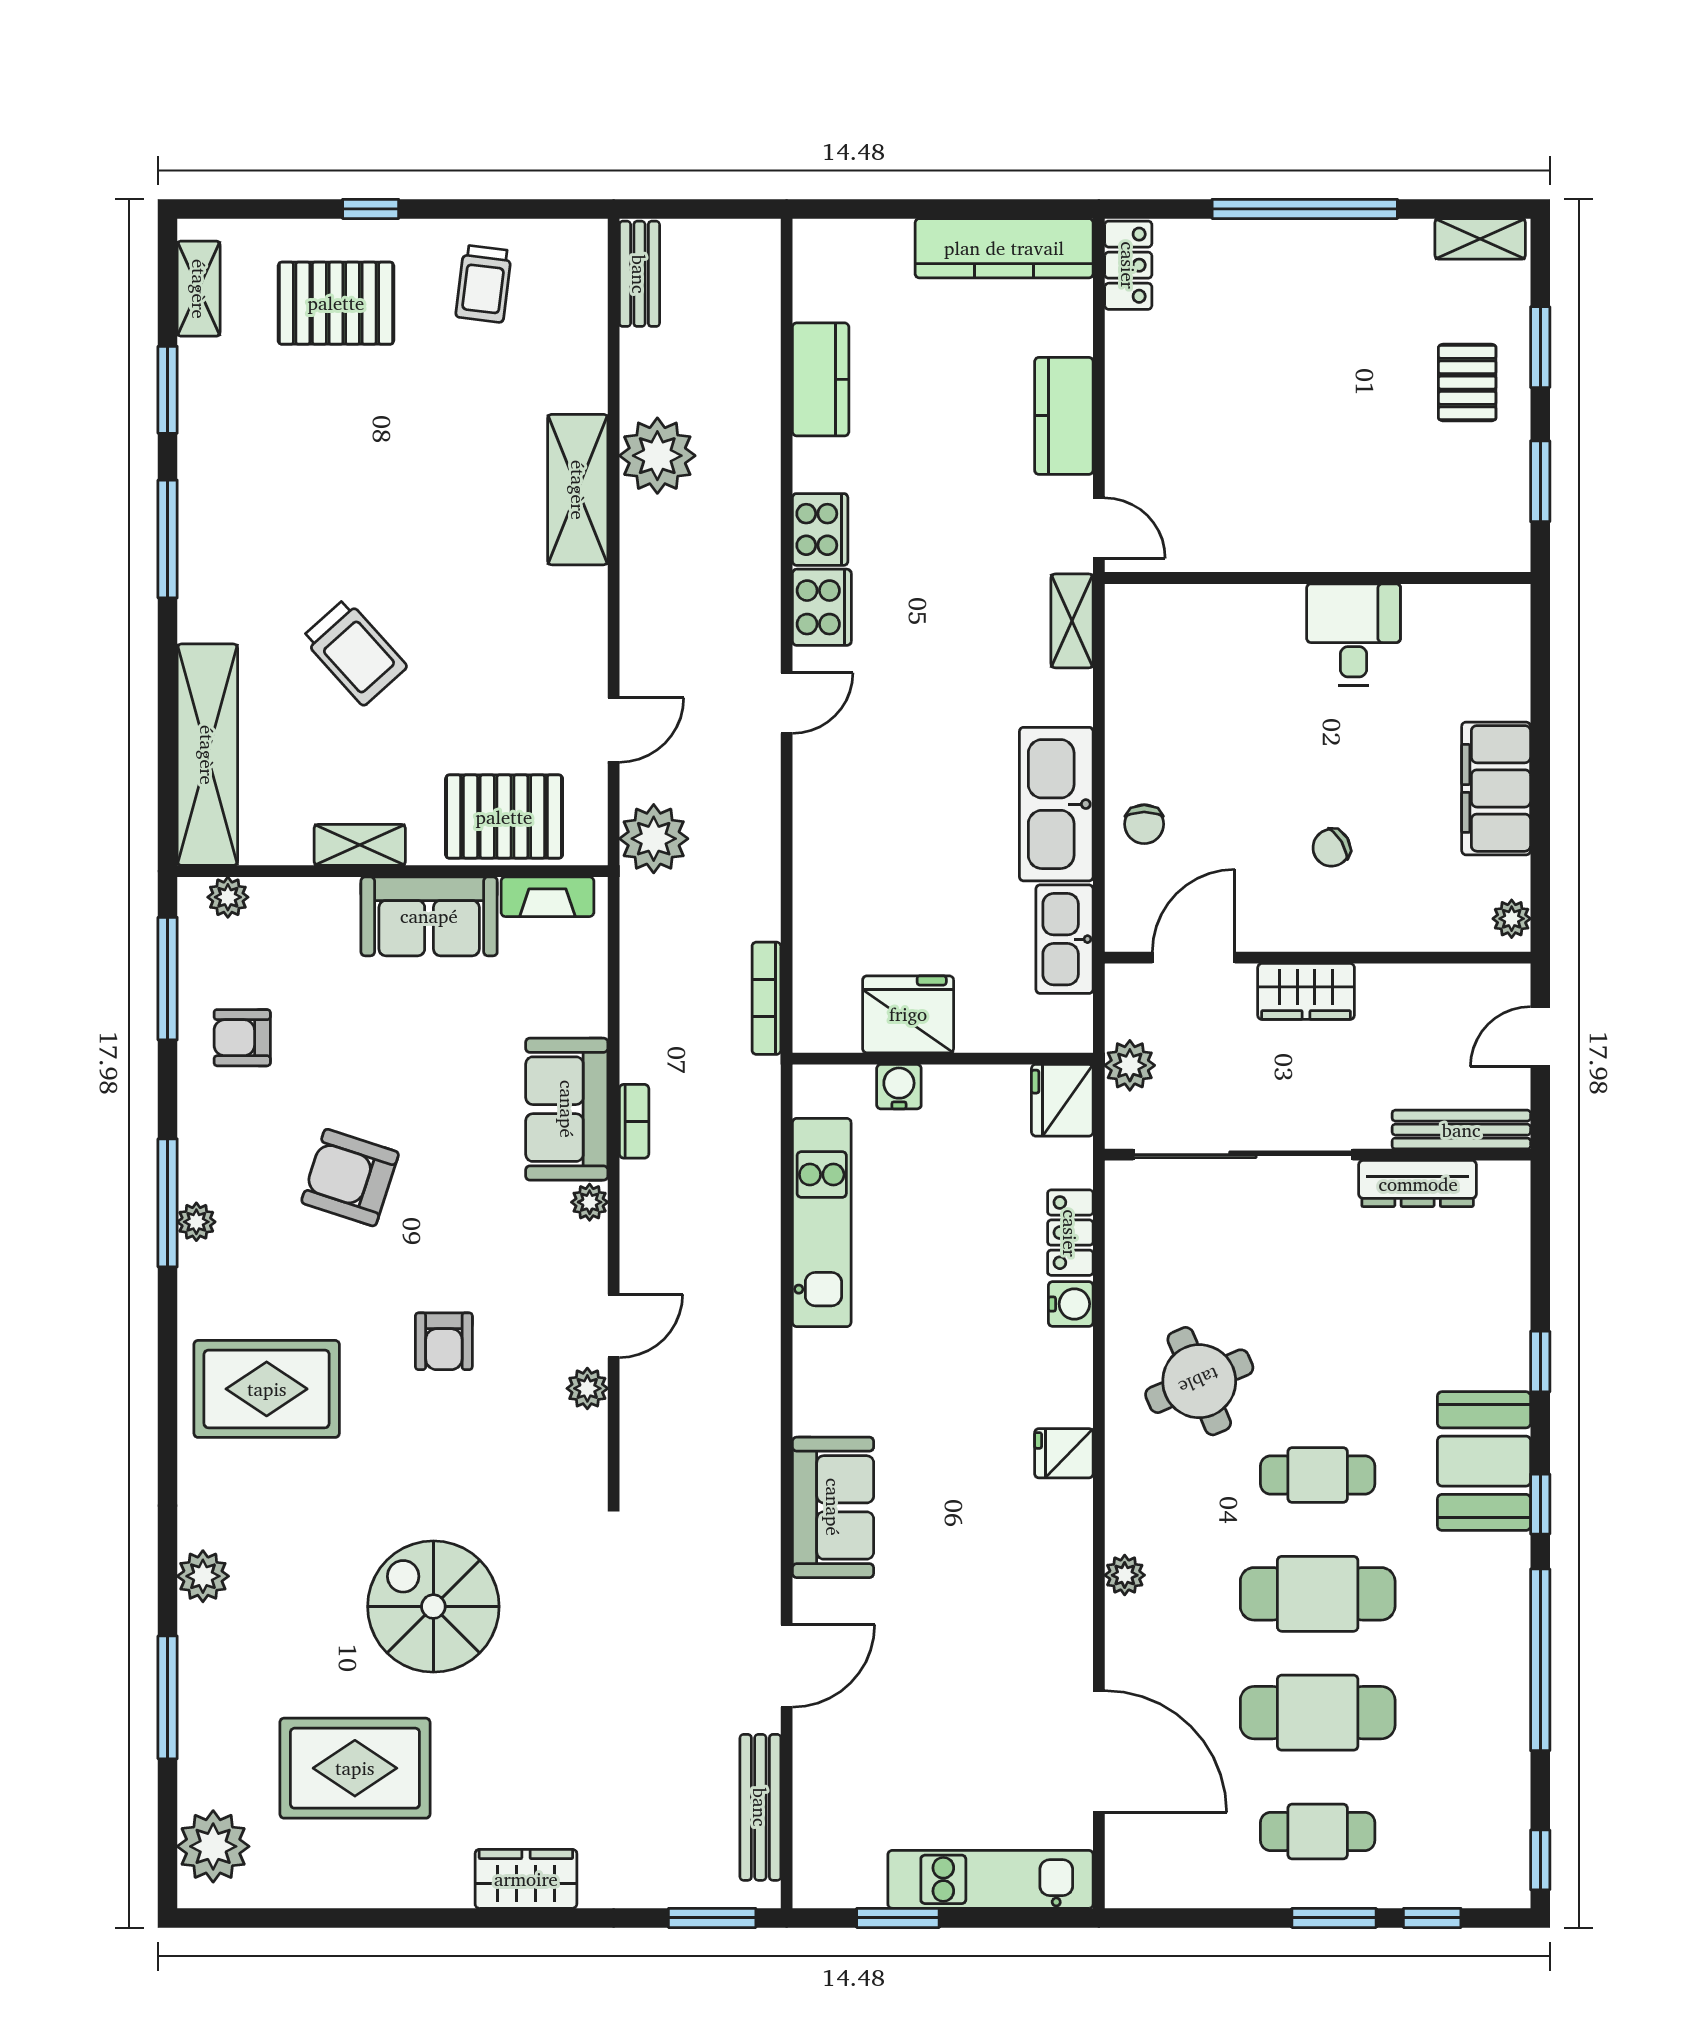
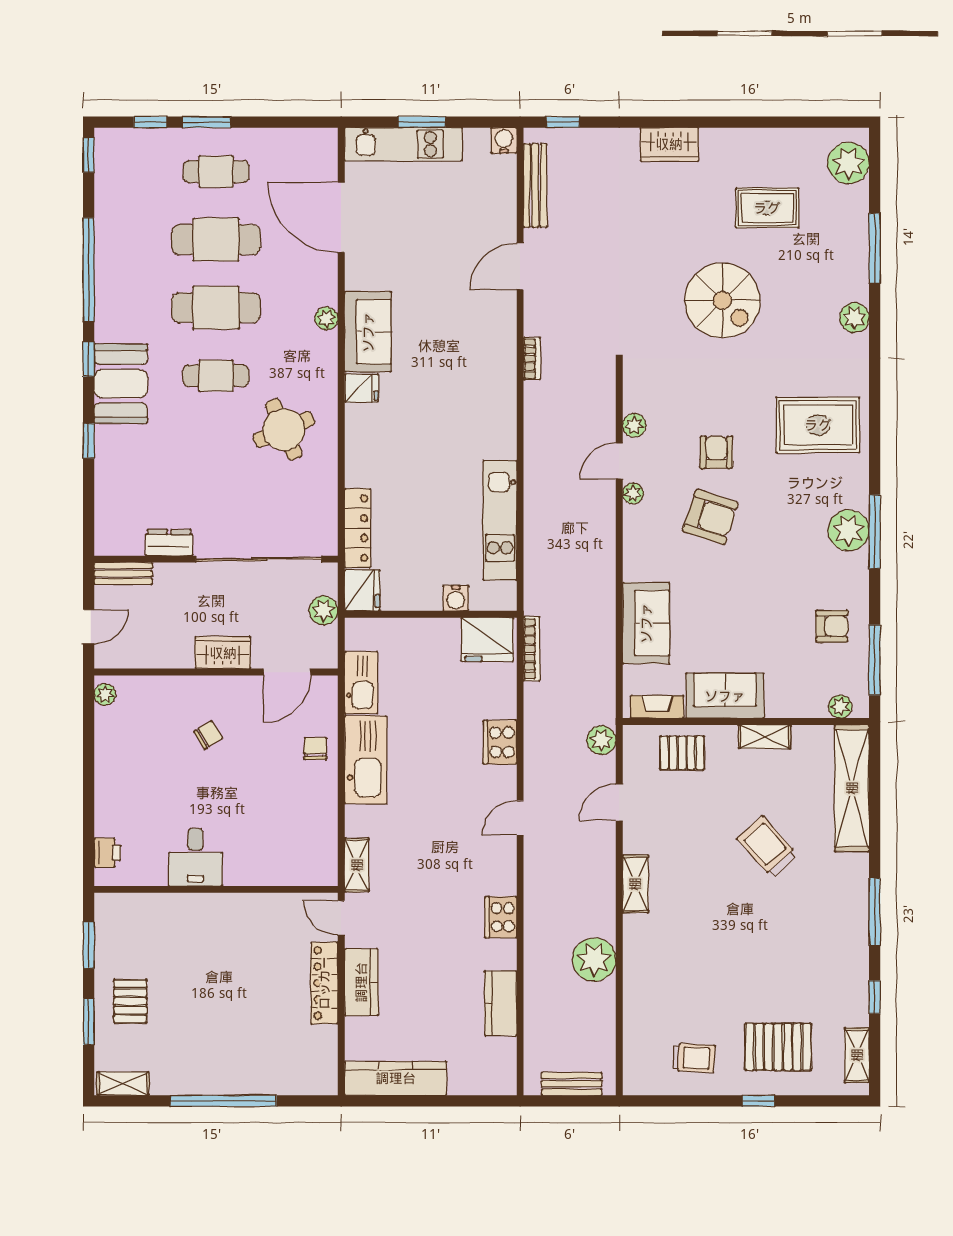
locker: (1128, 265) -> (324, 983), moved, width x1.53
bench: (639, 274) -> (572, 1084), moved, turned 90
trolley: (484, 284) -> (694, 1058), turned 86
window: (168, 390) -> (875, 997), width x0.67
shelving: (578, 490) -> (635, 884), moved, width x0.67, depth x0.75
cooker: (822, 607) -> (500, 742), moved
printer: (1508, 642) -> (107, 853), added
filing cabinet: (1496, 788) -> (114, 769), removed
pallet: (504, 817) -> (682, 753), width x0.67, depth x0.71
plant: (654, 839) -> (601, 740), width x0.73, depth x0.73
fridge: (908, 1014) -> (487, 640), moved
sofa: (567, 1109) -> (646, 623), moved
bookcase: (634, 1121) -> (532, 359), moved, turned 180
bench: (1461, 1130) -> (123, 574), width x0.73
armchair: (350, 1178) -> (710, 517), moved
dresser: (1418, 1184) -> (169, 543), width x0.70
plant: (590, 1202) -> (633, 493), moved
plant: (196, 1222) -> (849, 530), width x1.87, depth x1.87
locker: (1070, 1233) -> (358, 528), width x1.53
water cooler: (1071, 1304) -> (504, 140), moved, turned 90
sofa: (833, 1507) -> (368, 332), moved, turned 180
rug: (355, 1768) -> (767, 208), width x0.73, depth x0.70
window: (712, 1918) -> (563, 122), width x0.67
window: (898, 1918) -> (422, 122), moved

